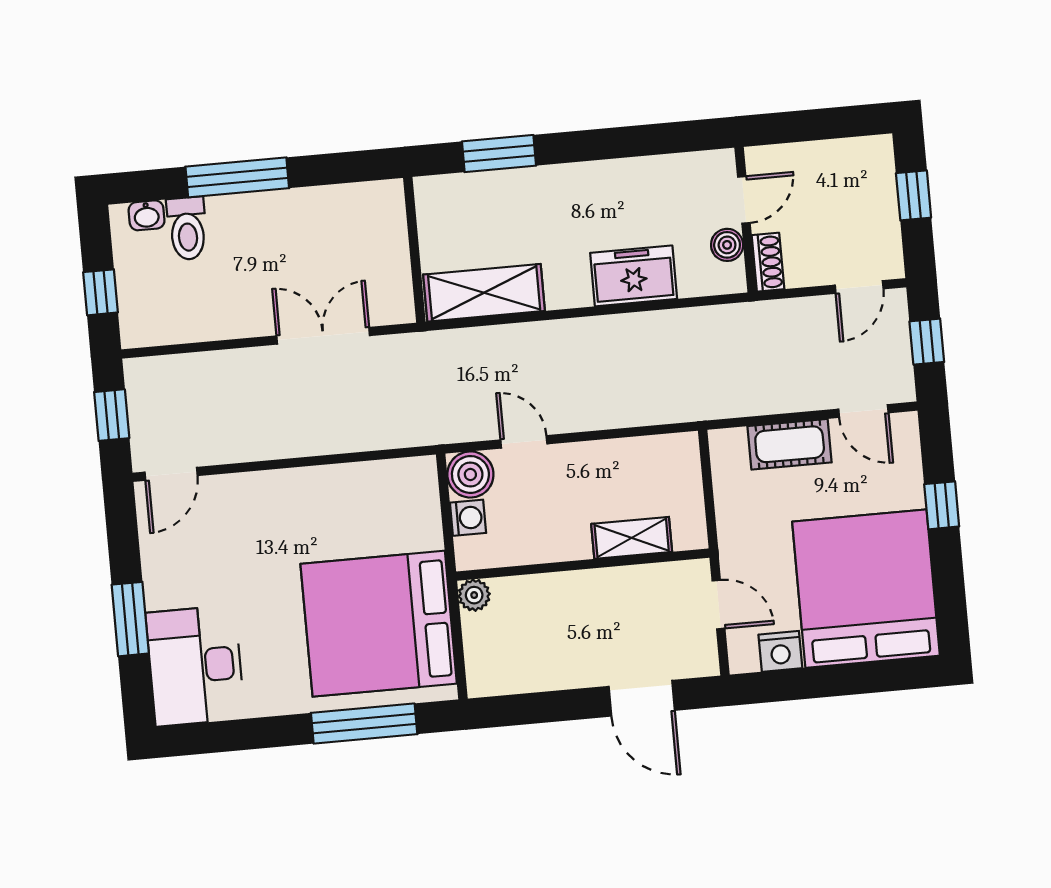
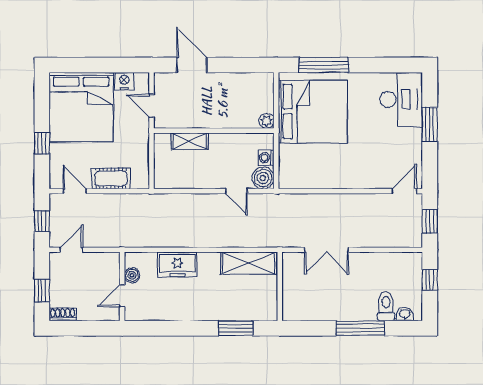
shoe rack: (768, 262) -> (63, 314), moved, turned 90

